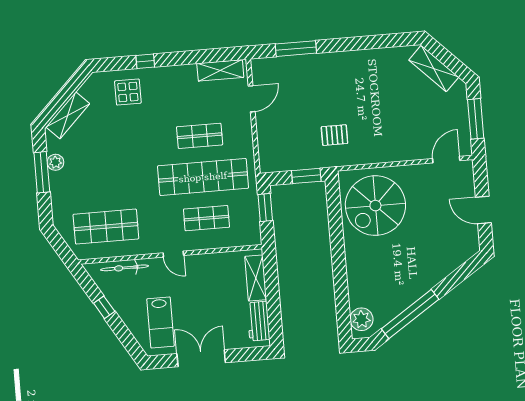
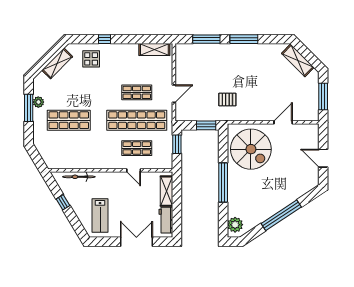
window: (351, 44) -> (244, 39), added
door: (252, 99) -> (174, 94), moved
shelving: (68, 115) -> (57, 63), moved
door: (446, 160) -> (283, 122), moved
spiral stairs: (375, 206) -> (251, 149), turned -90
shop shelf: (106, 227) -> (69, 120), moved
door: (173, 254) -> (134, 170), moved
window: (339, 258) -> (223, 183), added
window: (410, 314) -> (281, 215), moved
double door: (201, 358) -> (136, 242), moved

